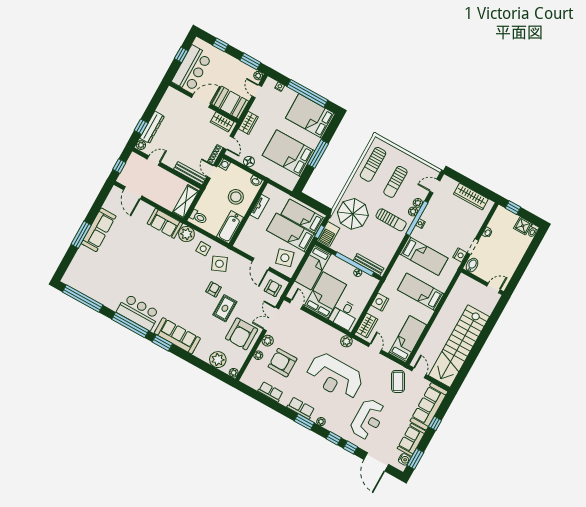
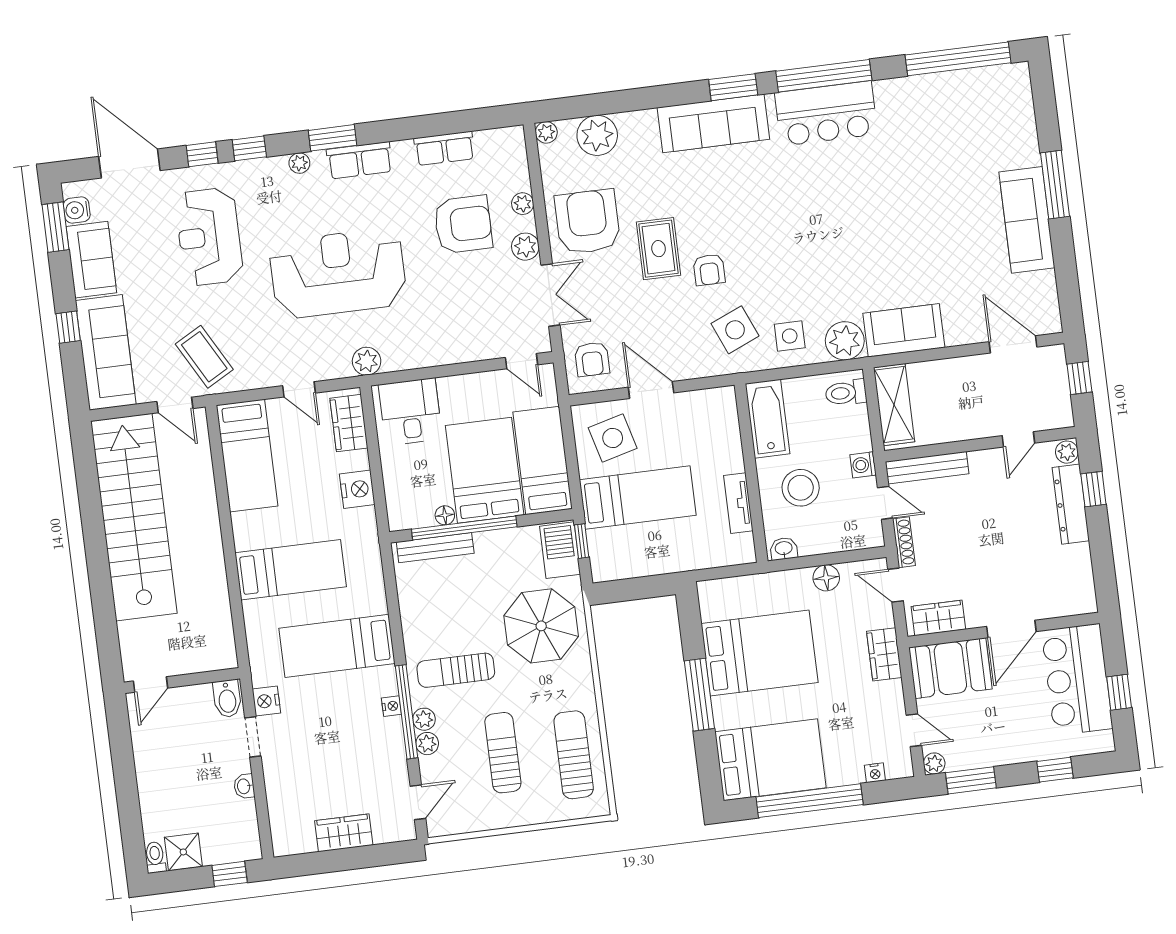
washing machine: (224, 164) -> (863, 465), moved
wardrobe: (471, 196) -> (344, 833), width x0.67
bed: (303, 216) -> (638, 547), removed
bed: (325, 295) -> (485, 470), moved, turned 180

